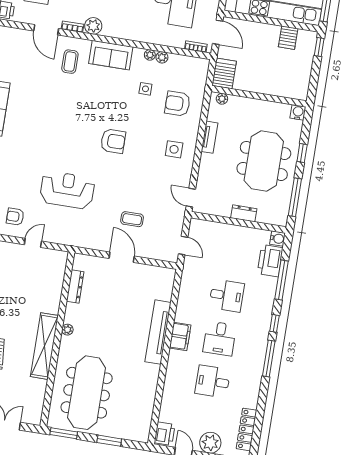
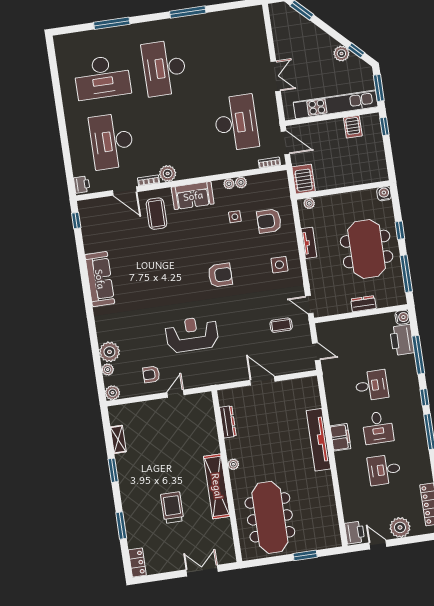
coffee table: (70, 62) -> (156, 214), width x1.36, depth x1.30
coffee table: (132, 219) -> (281, 325), moved
window: (64, 433) -> (260, 562), removed

